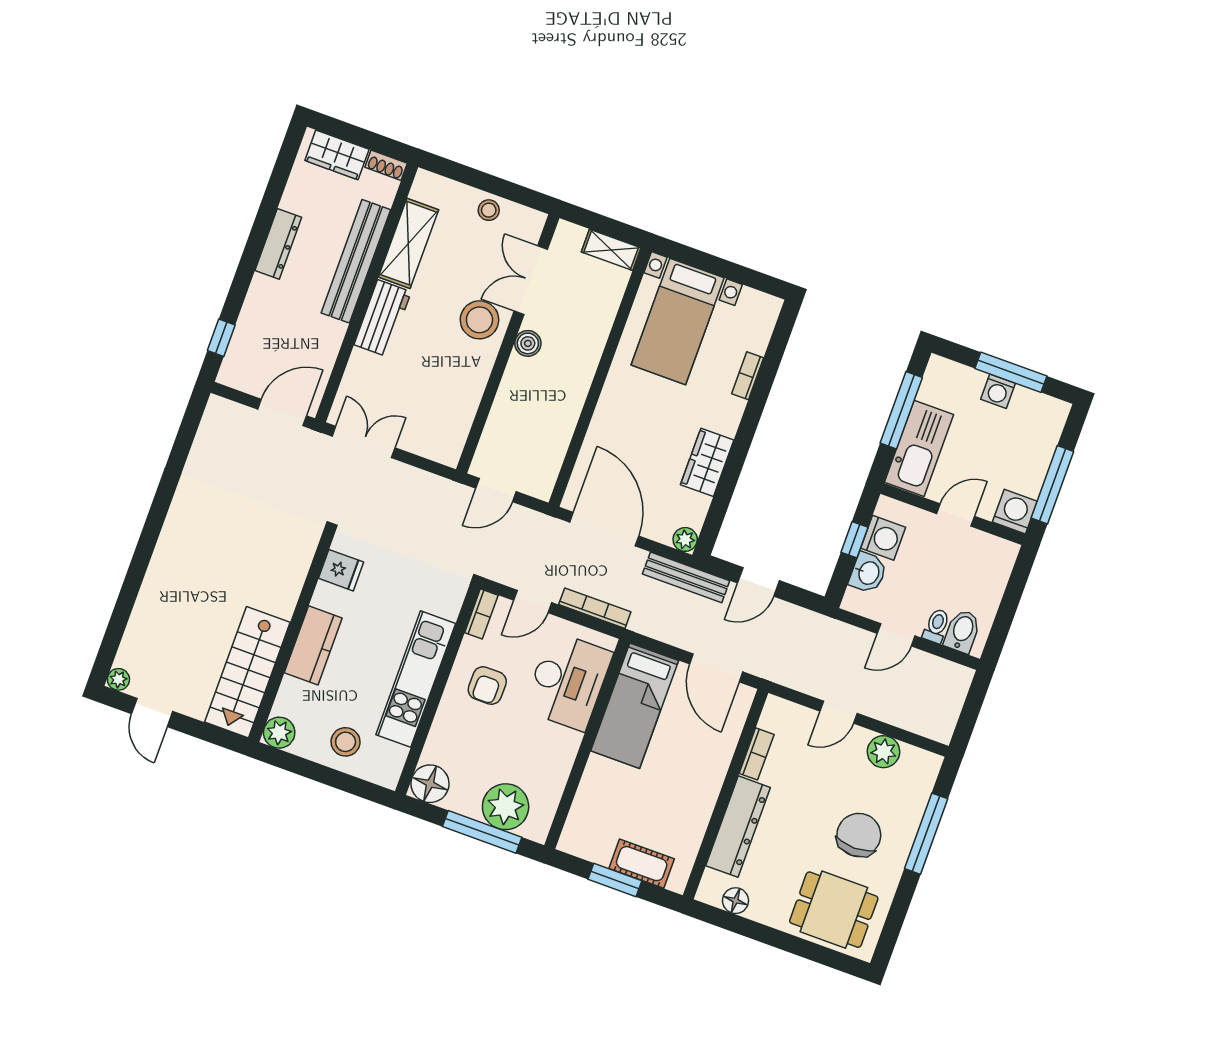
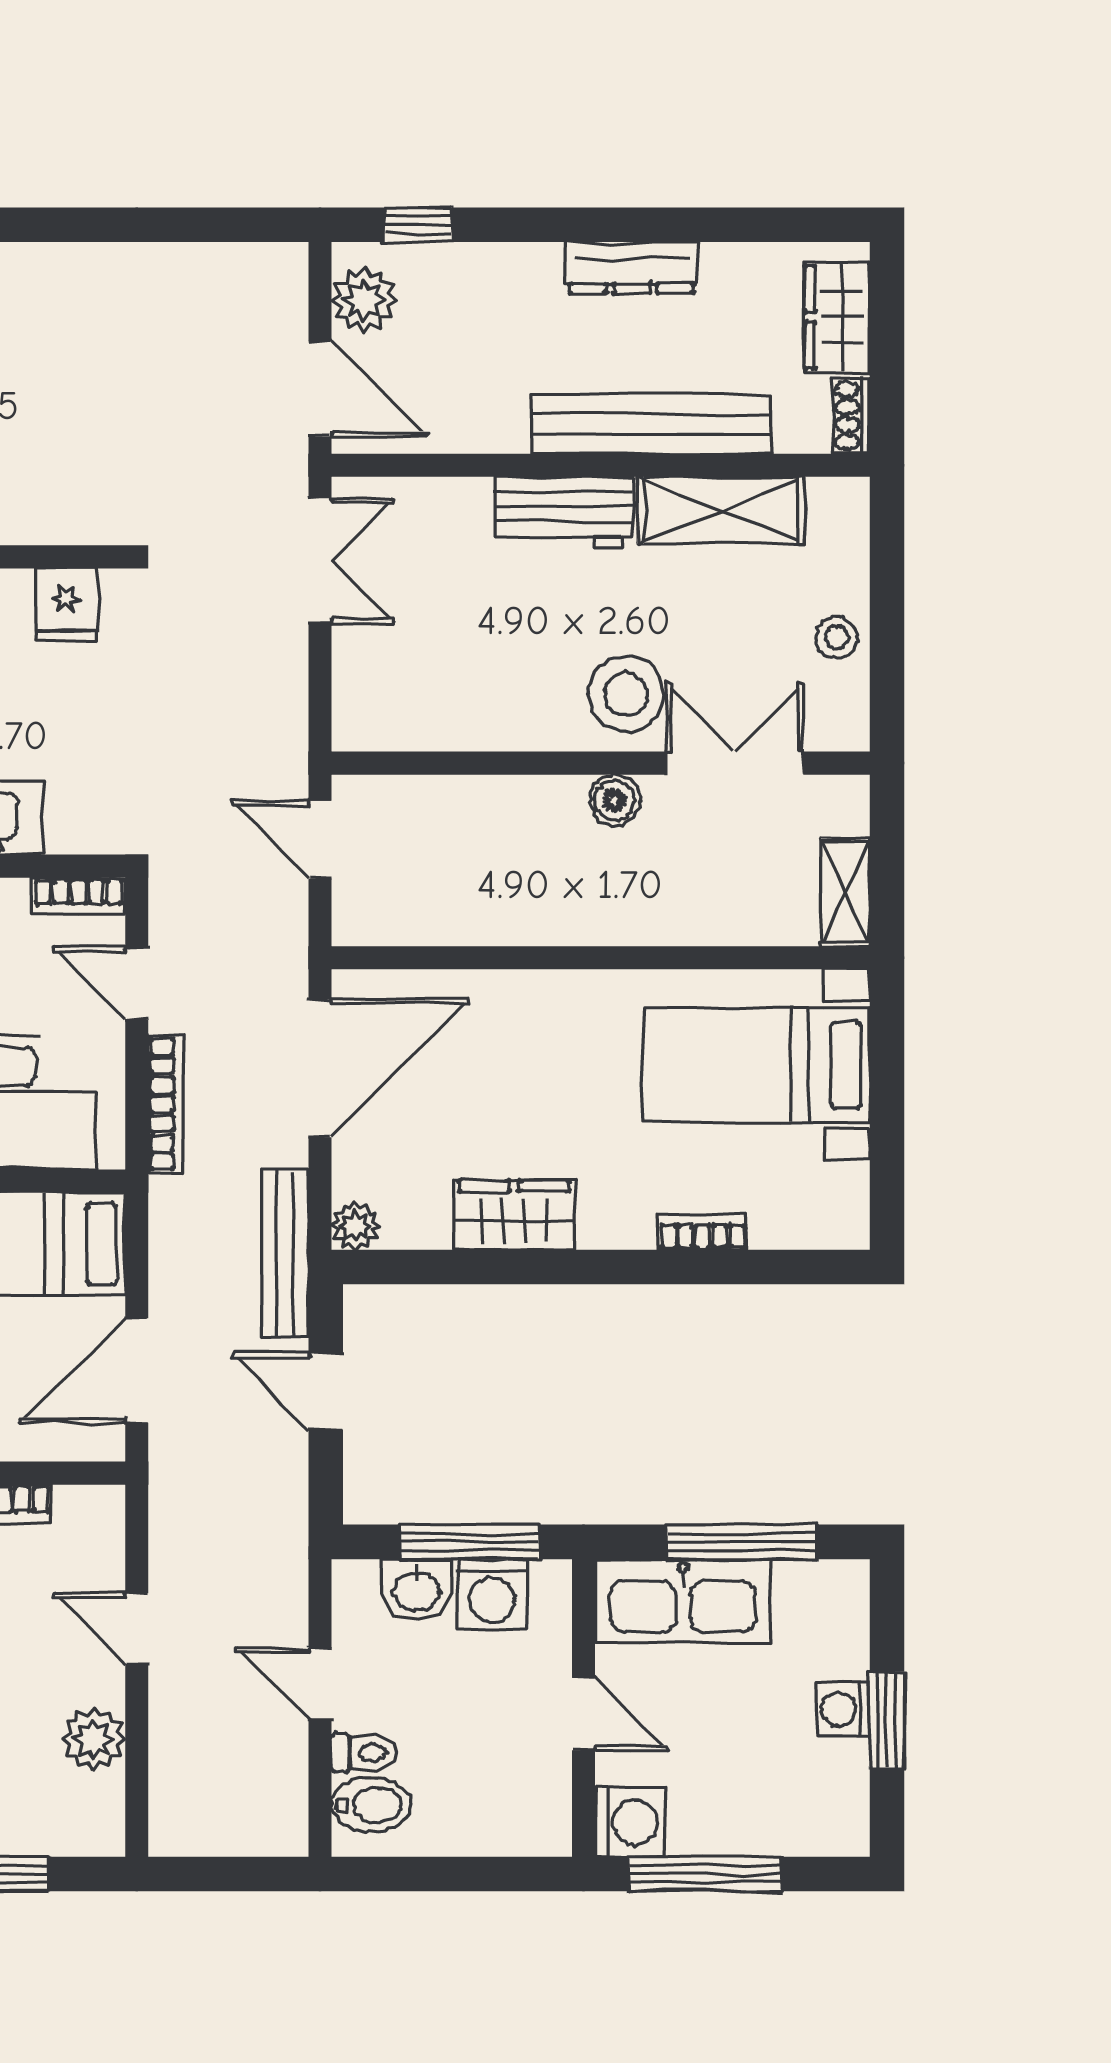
window: (1011, 372) -> (887, 1720), width x0.69
plant: (248, 376) -> (364, 300), added
window: (854, 540) -> (469, 1542), width x2.17

